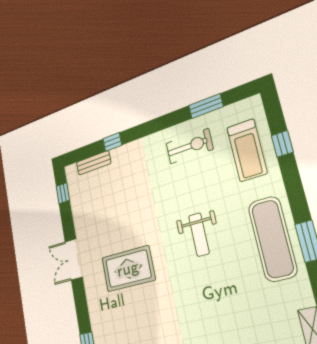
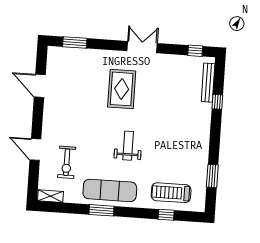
exercise bike: (189, 146) -> (67, 162), moved
bench: (94, 163) -> (208, 83), width x1.36
weight bench: (199, 235) -> (128, 146), turned 90

